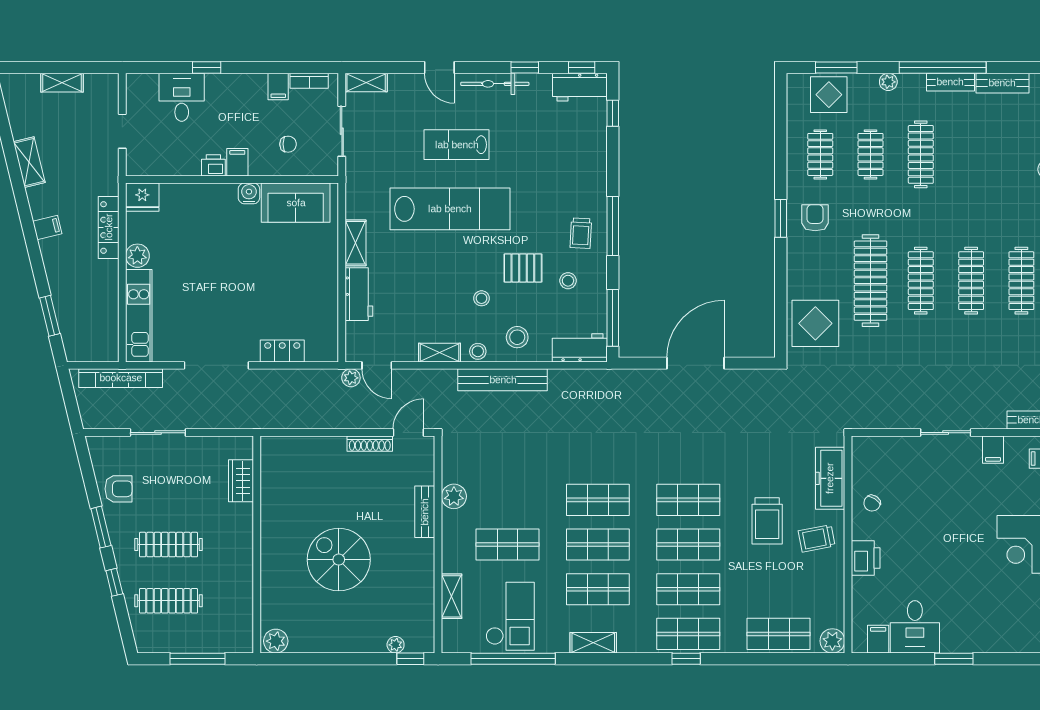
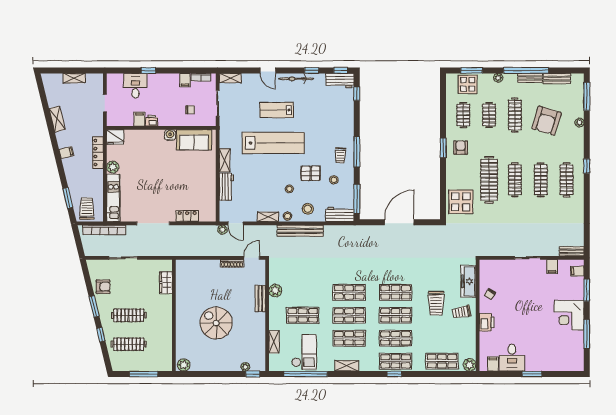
filing cabinet: (237, 162) -> (139, 119), moved
armchair: (982, 165) -> (547, 121), added
trolley: (87, 336) -> (87, 208), added

